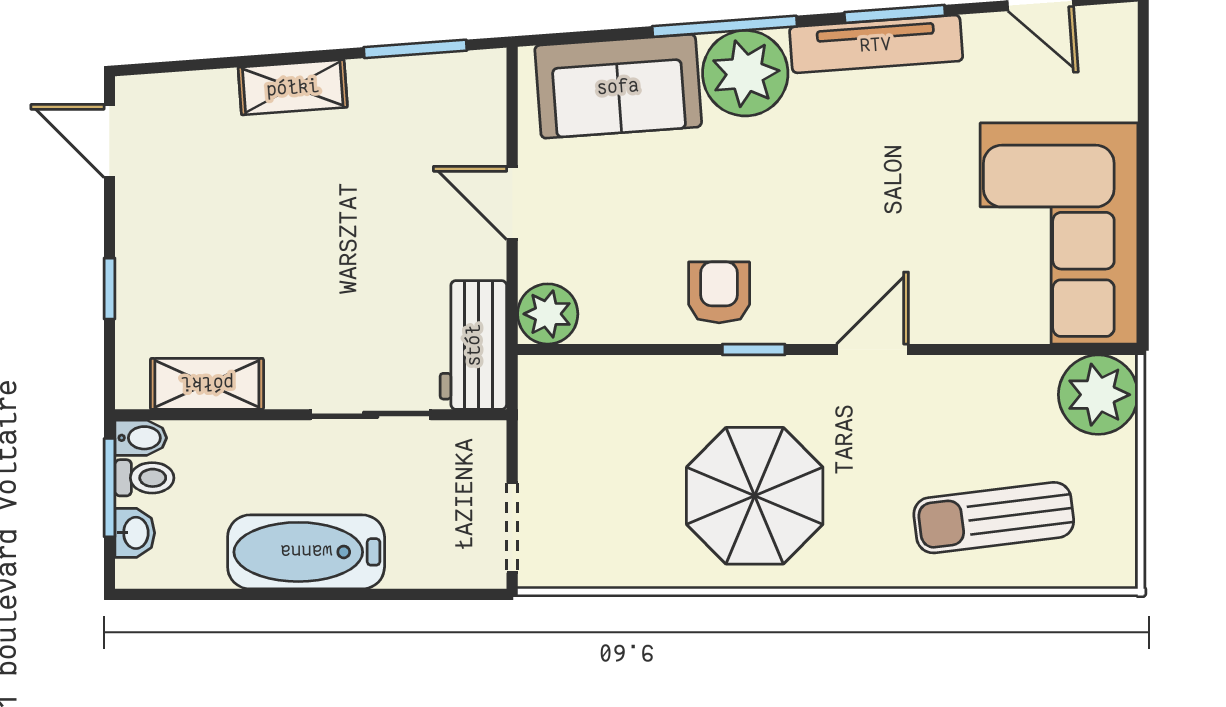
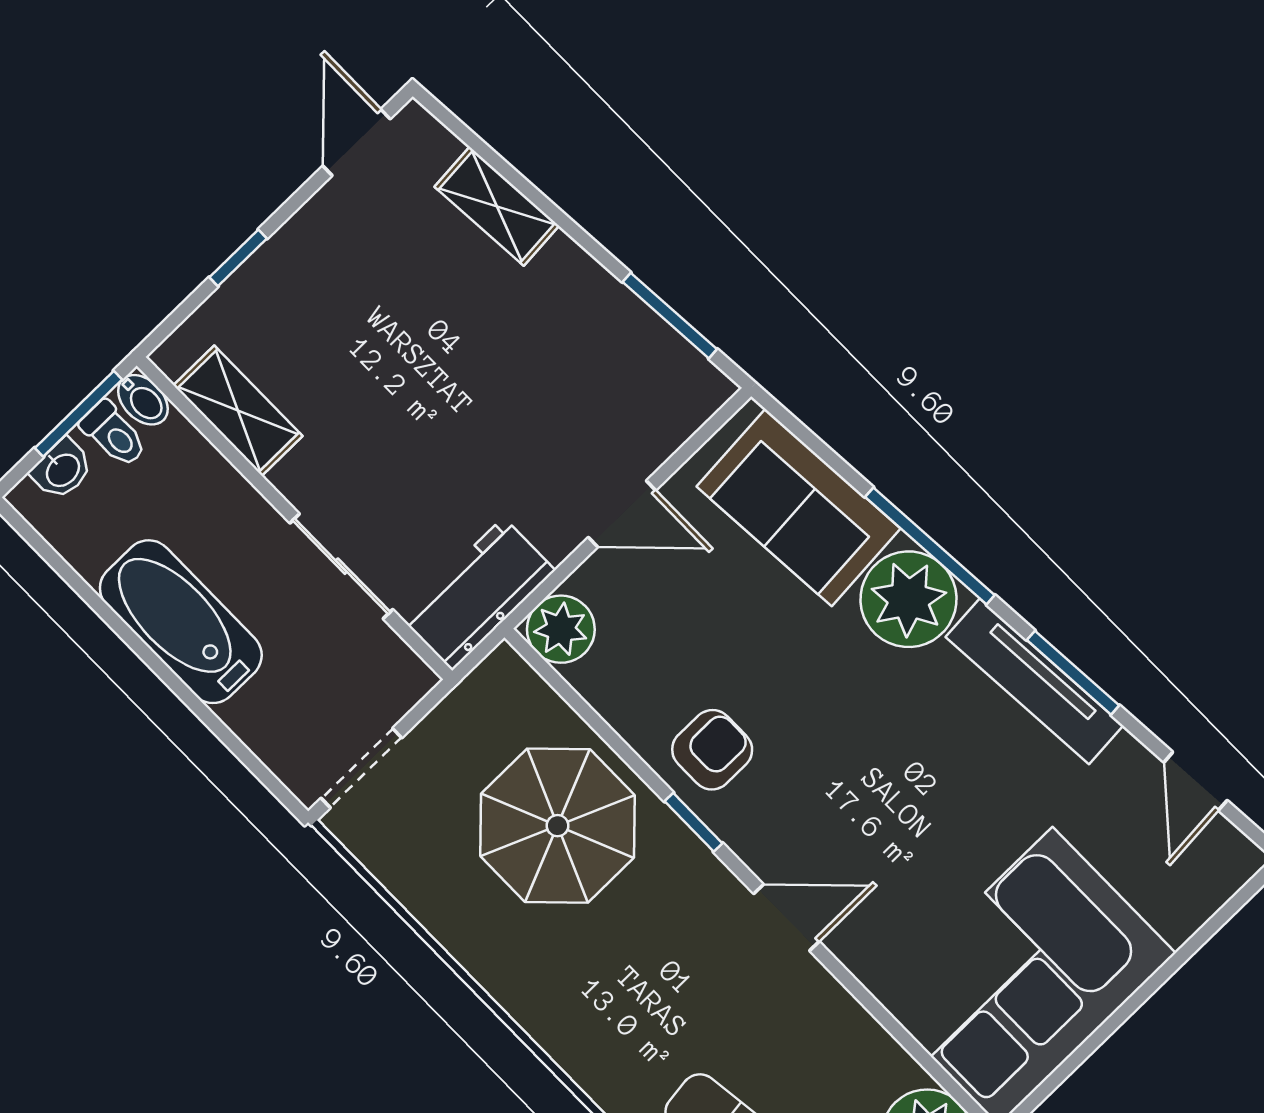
shelving: (293, 87) -> (497, 206), moved
door: (512, 203) -> (622, 514), swing flipped
parasol: (755, 496) -> (557, 826), moved

